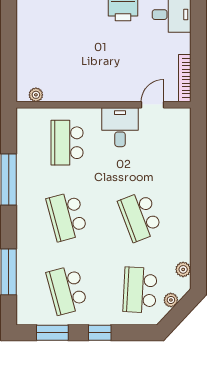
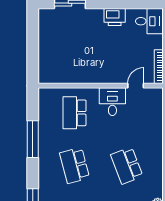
plant: (36, 95) -> (52, 79), removed

